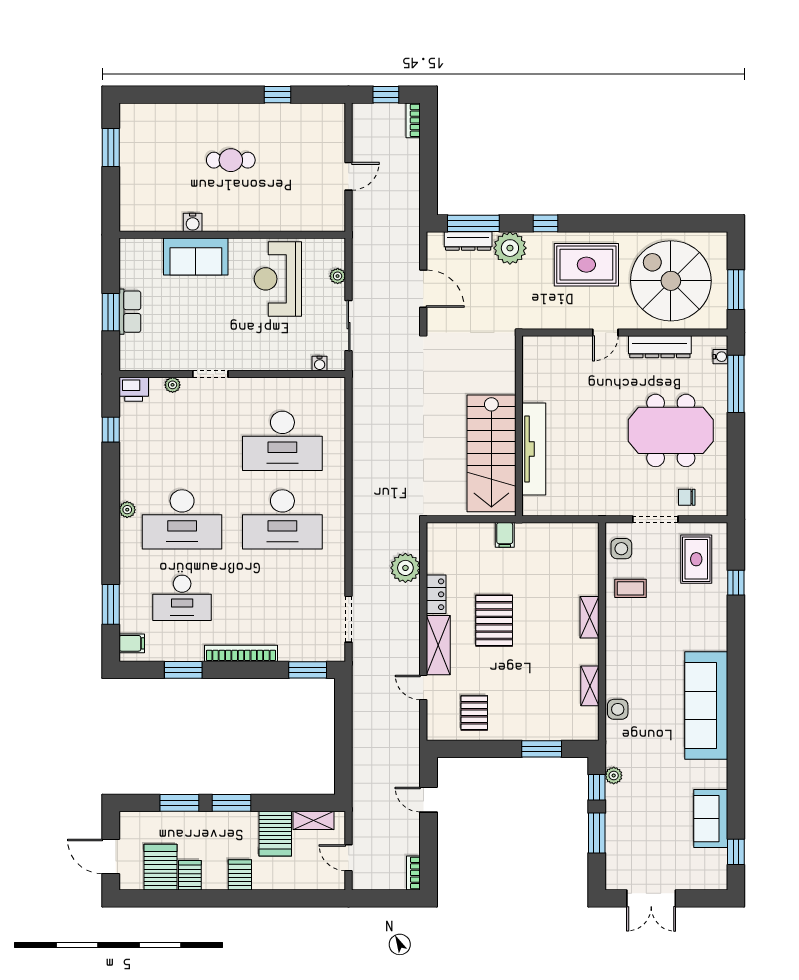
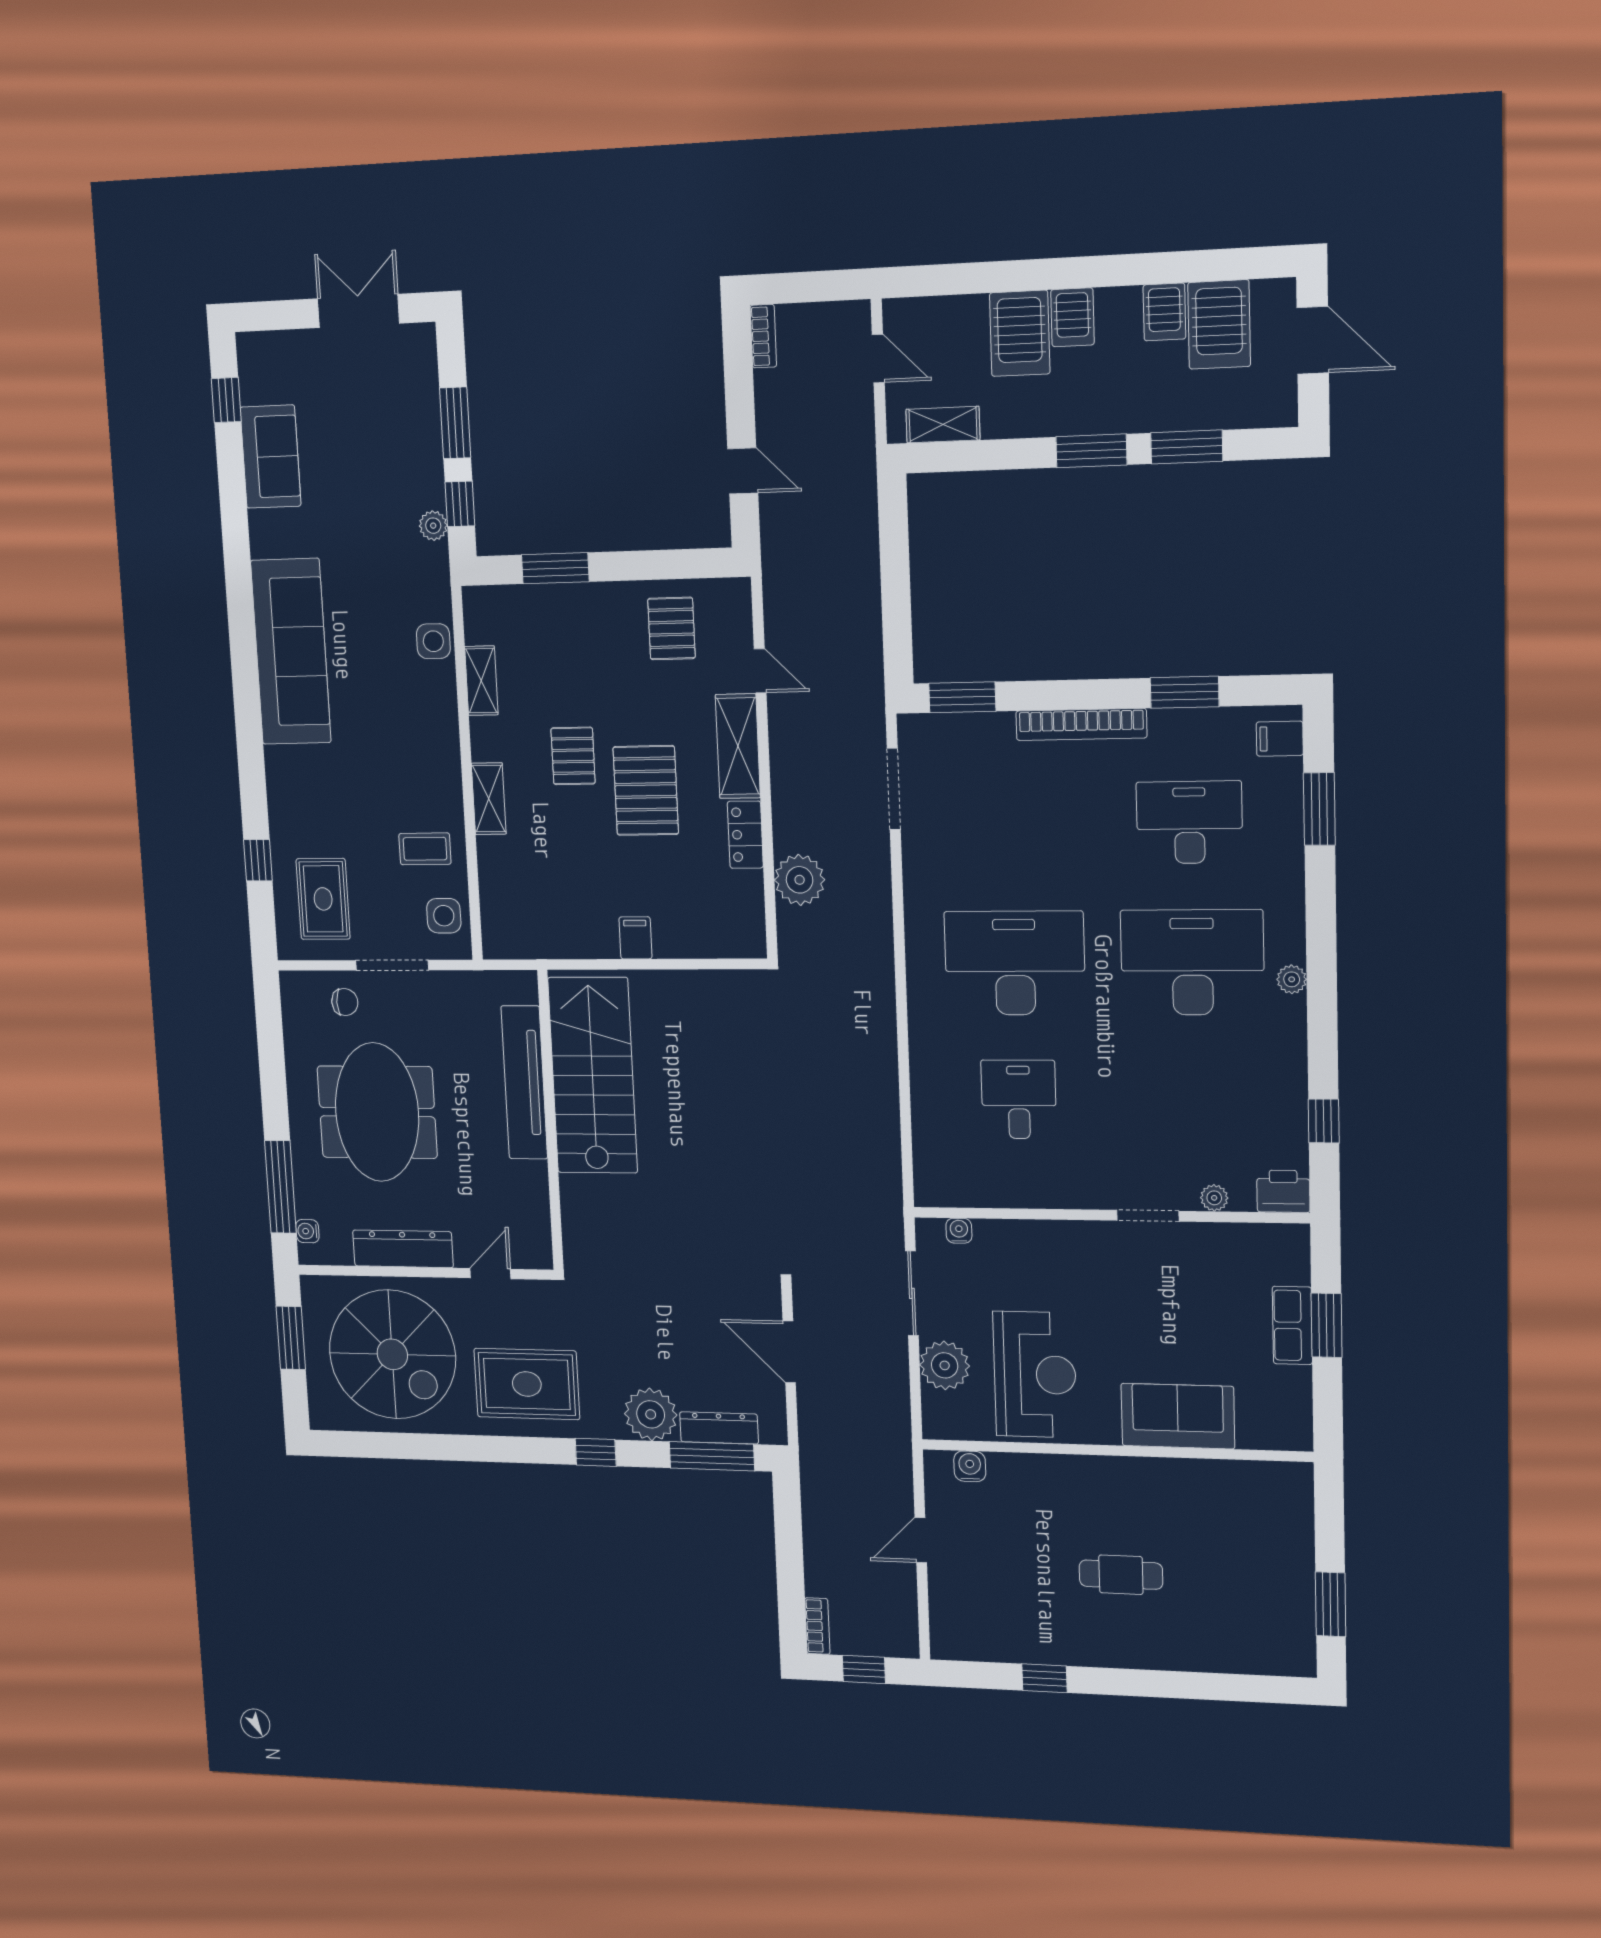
water cooler: (193, 222) -> (970, 1466), moved
plant: (338, 276) -> (945, 1365), width x1.87, depth x1.87
wall: (519, 426) -> (550, 1121), moved
meeting table: (671, 430) -> (377, 1112), turned 90
desk: (282, 441) -> (1019, 1099), width x0.53, depth x0.77
tv unit: (534, 449) -> (524, 1082), moved
stairs: (491, 453) -> (593, 1075), moved
pallet: (537, 641) -> (573, 756), added
server rack: (275, 834) -> (1020, 333), moved, turned 180

